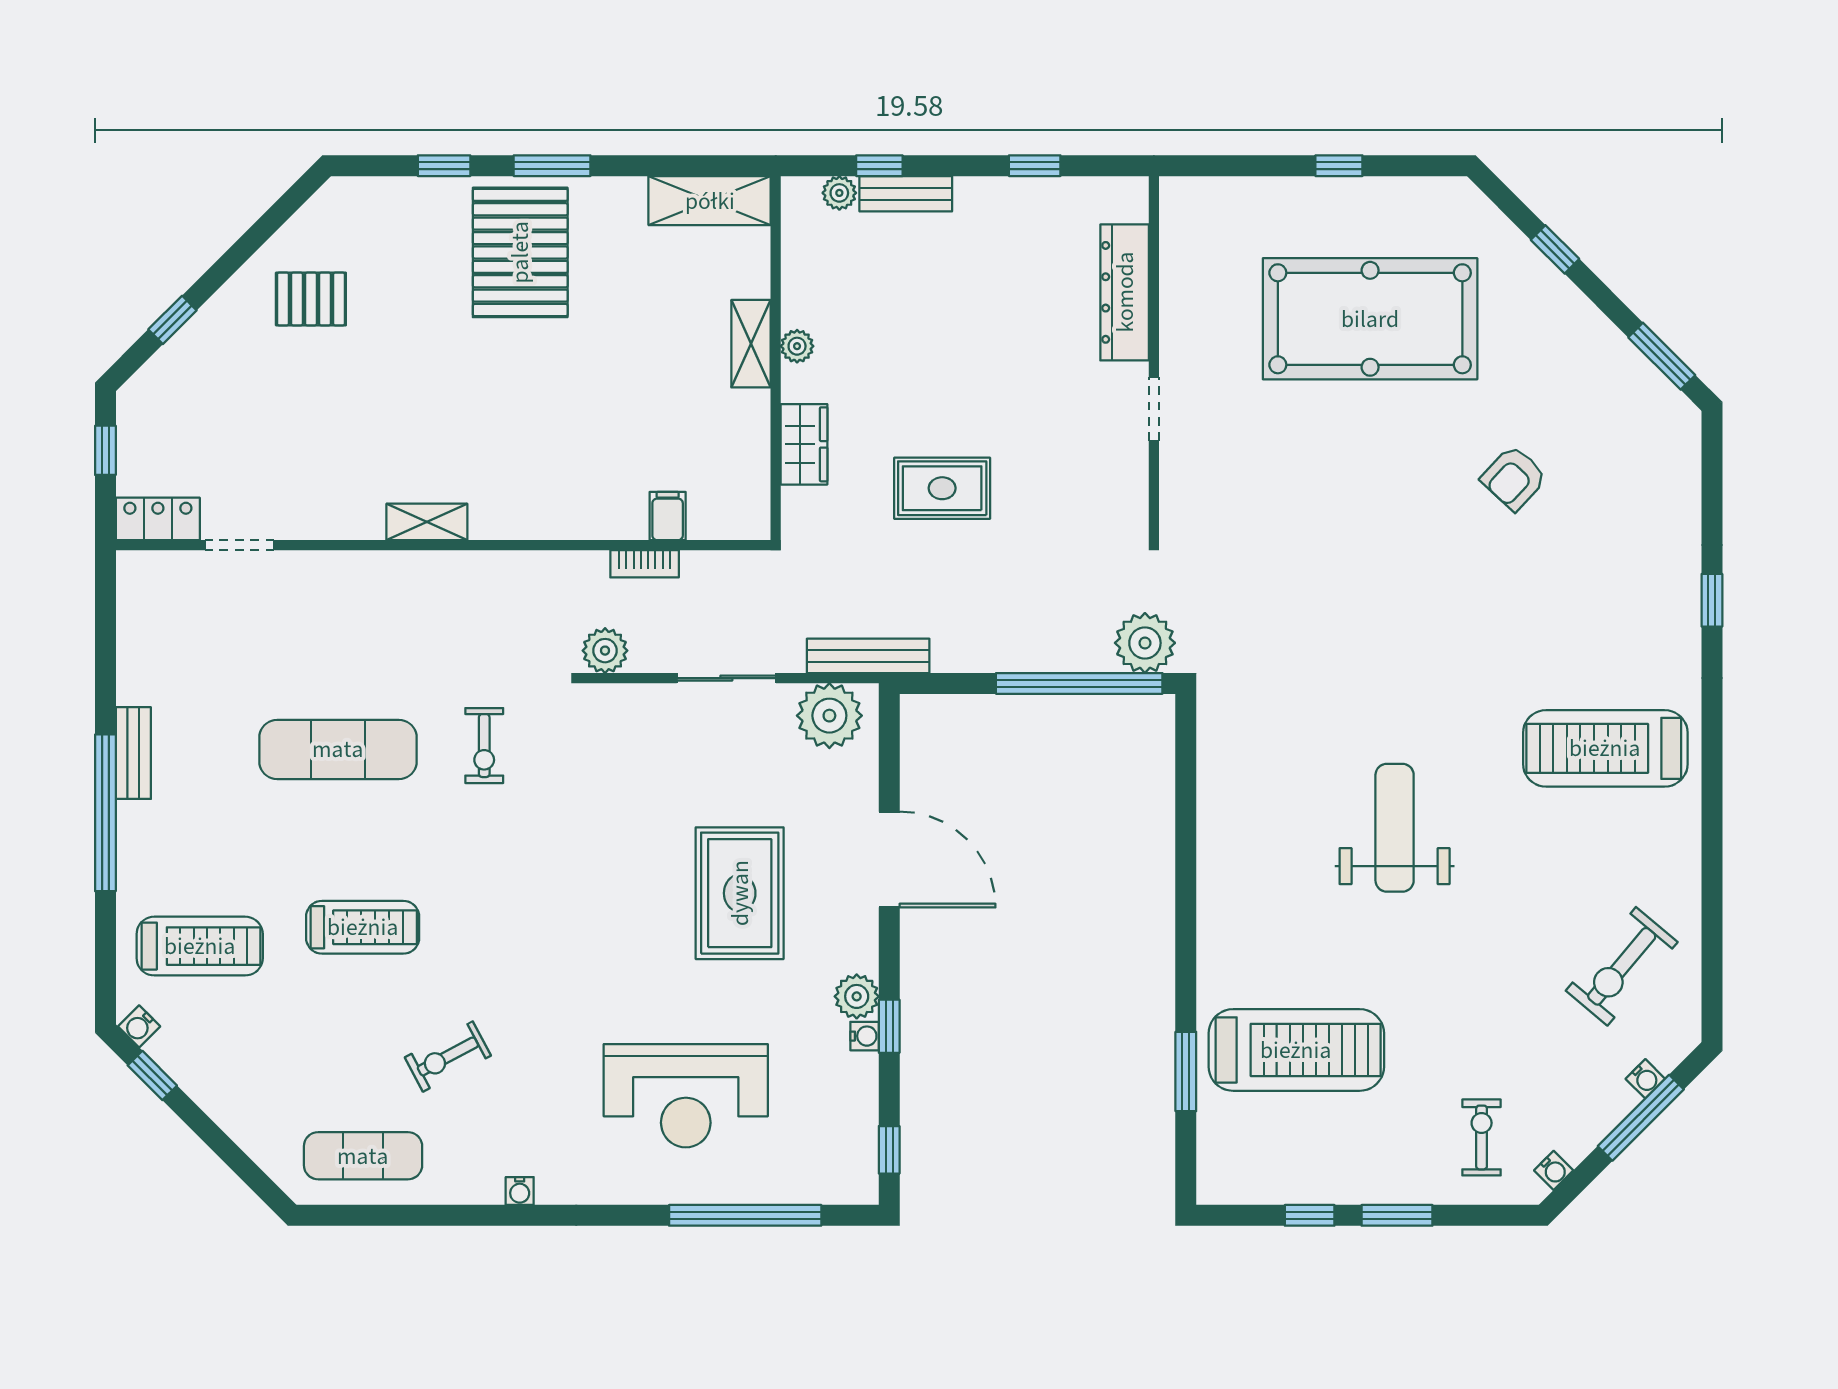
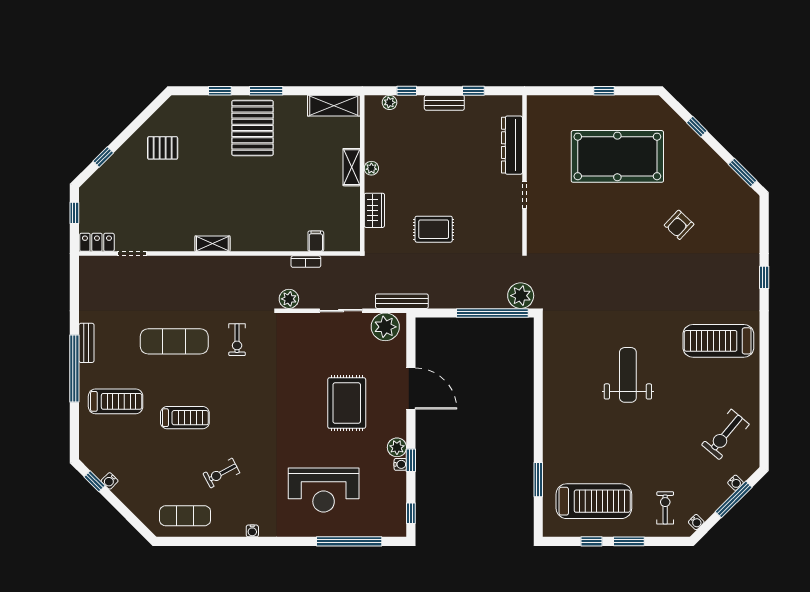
bench: (906, 194) -> (444, 103), moved
treadmill: (200, 946) -> (116, 401), moved
water cooler: (139, 1026) -> (110, 481), moved
treadmill: (1296, 1050) -> (594, 501), moved

